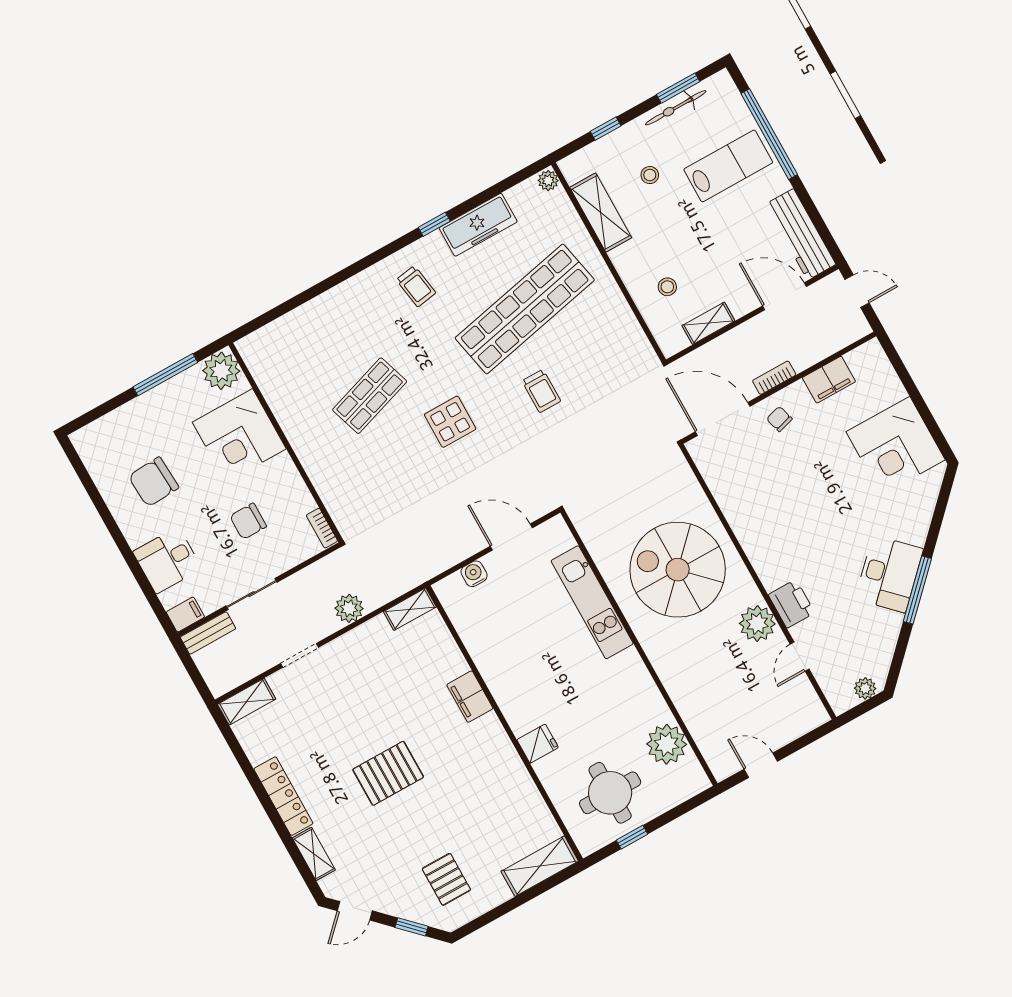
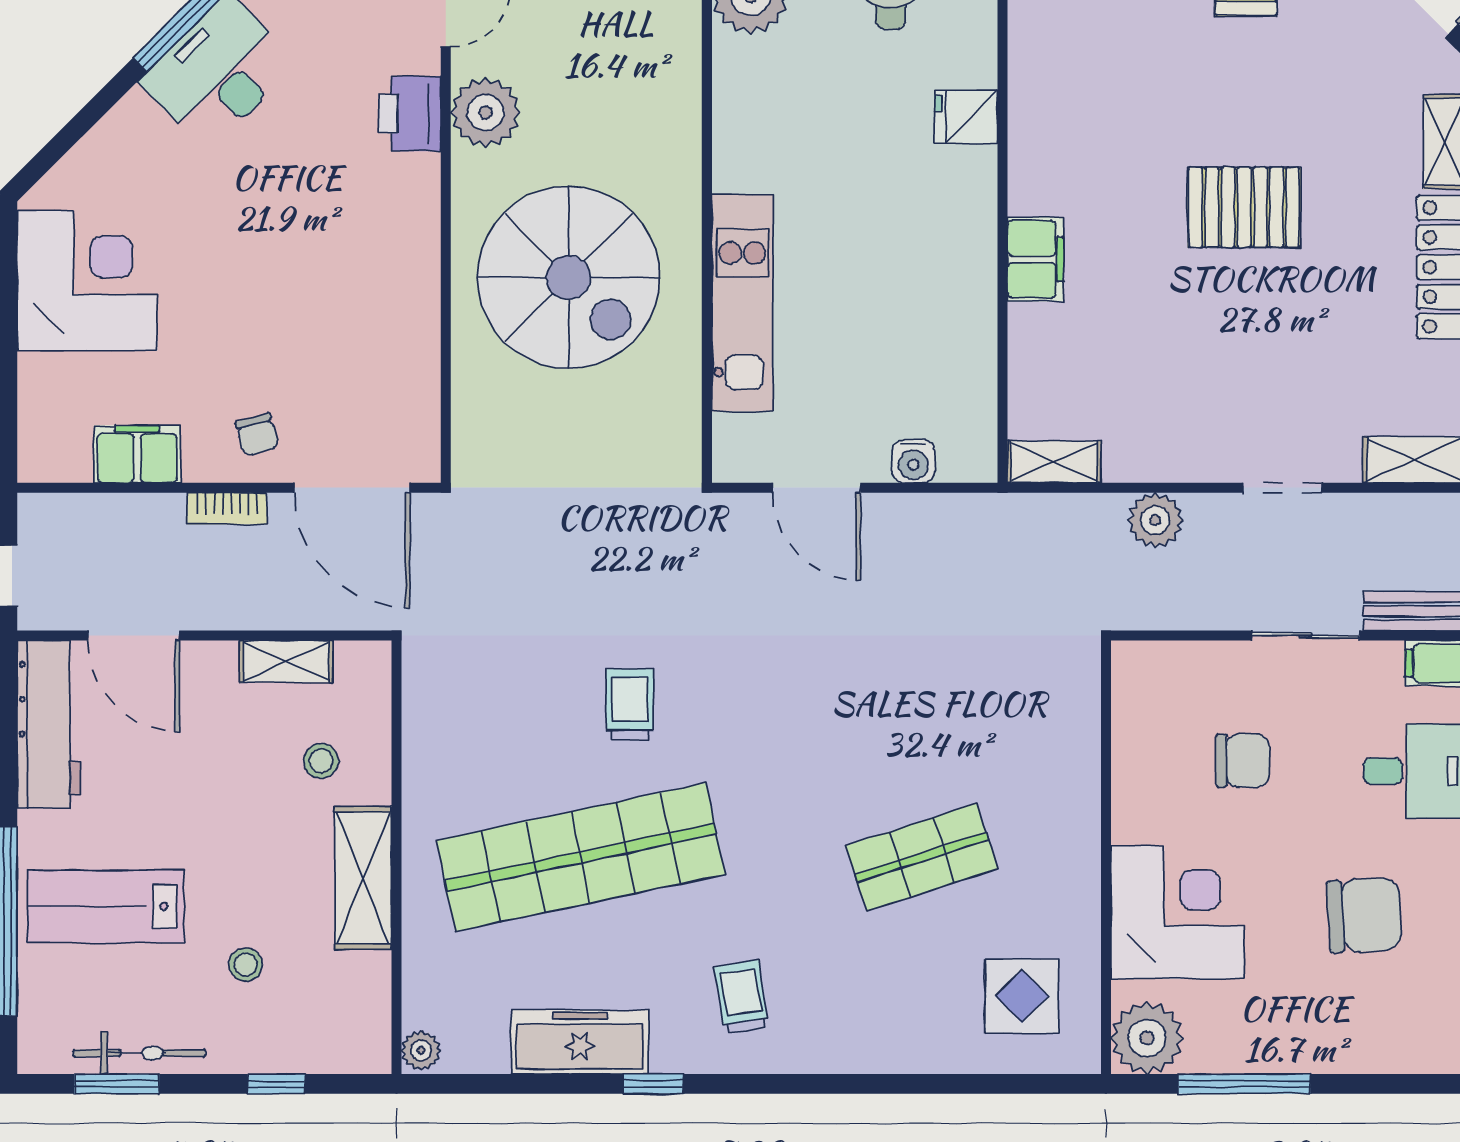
shelving: (601, 213) -> (363, 878), moved
display table: (450, 422) -> (1022, 996), moved
bookcase: (322, 528) -> (1126, 680), removed

